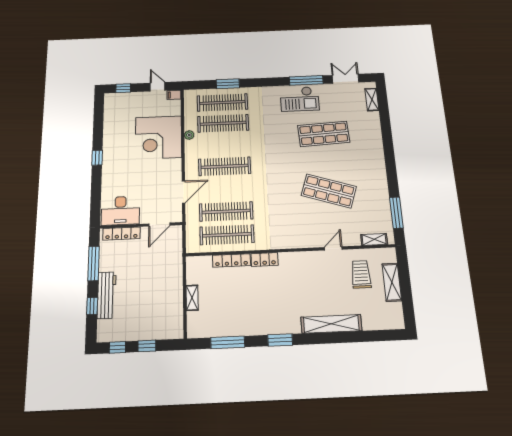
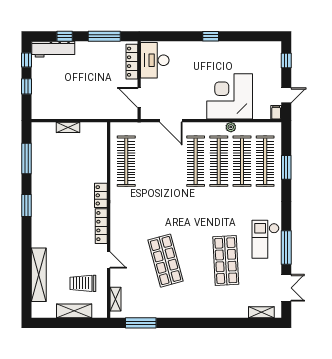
shop shelf: (329, 191) -> (166, 261), turned -33
clothes rail: (226, 211) -> (219, 161), moved
locker: (231, 260) -> (101, 226), moved
trolley: (361, 274) -> (83, 283), turned 180
workbench: (107, 295) -> (53, 49), moved
shelving: (331, 324) -> (39, 275), moved

